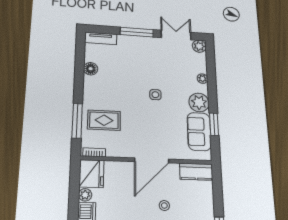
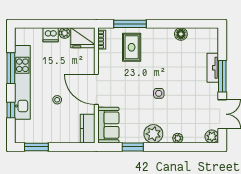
tv unit: (101, 38) -> (213, 68), moved
sofa: (199, 132) -> (108, 125), moved, turned 90

